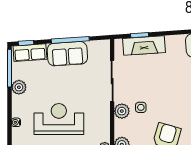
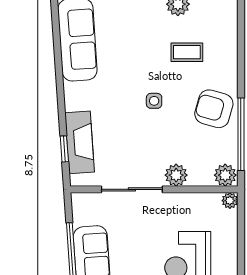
side table: (141, 107) -> (154, 101), moved

